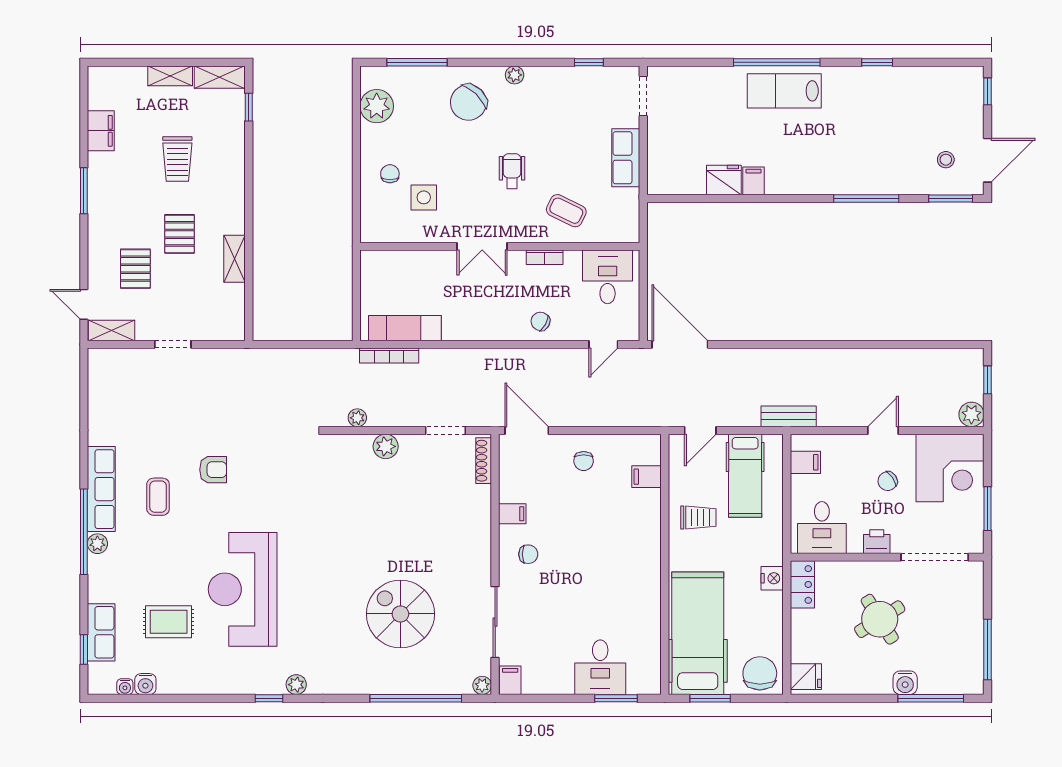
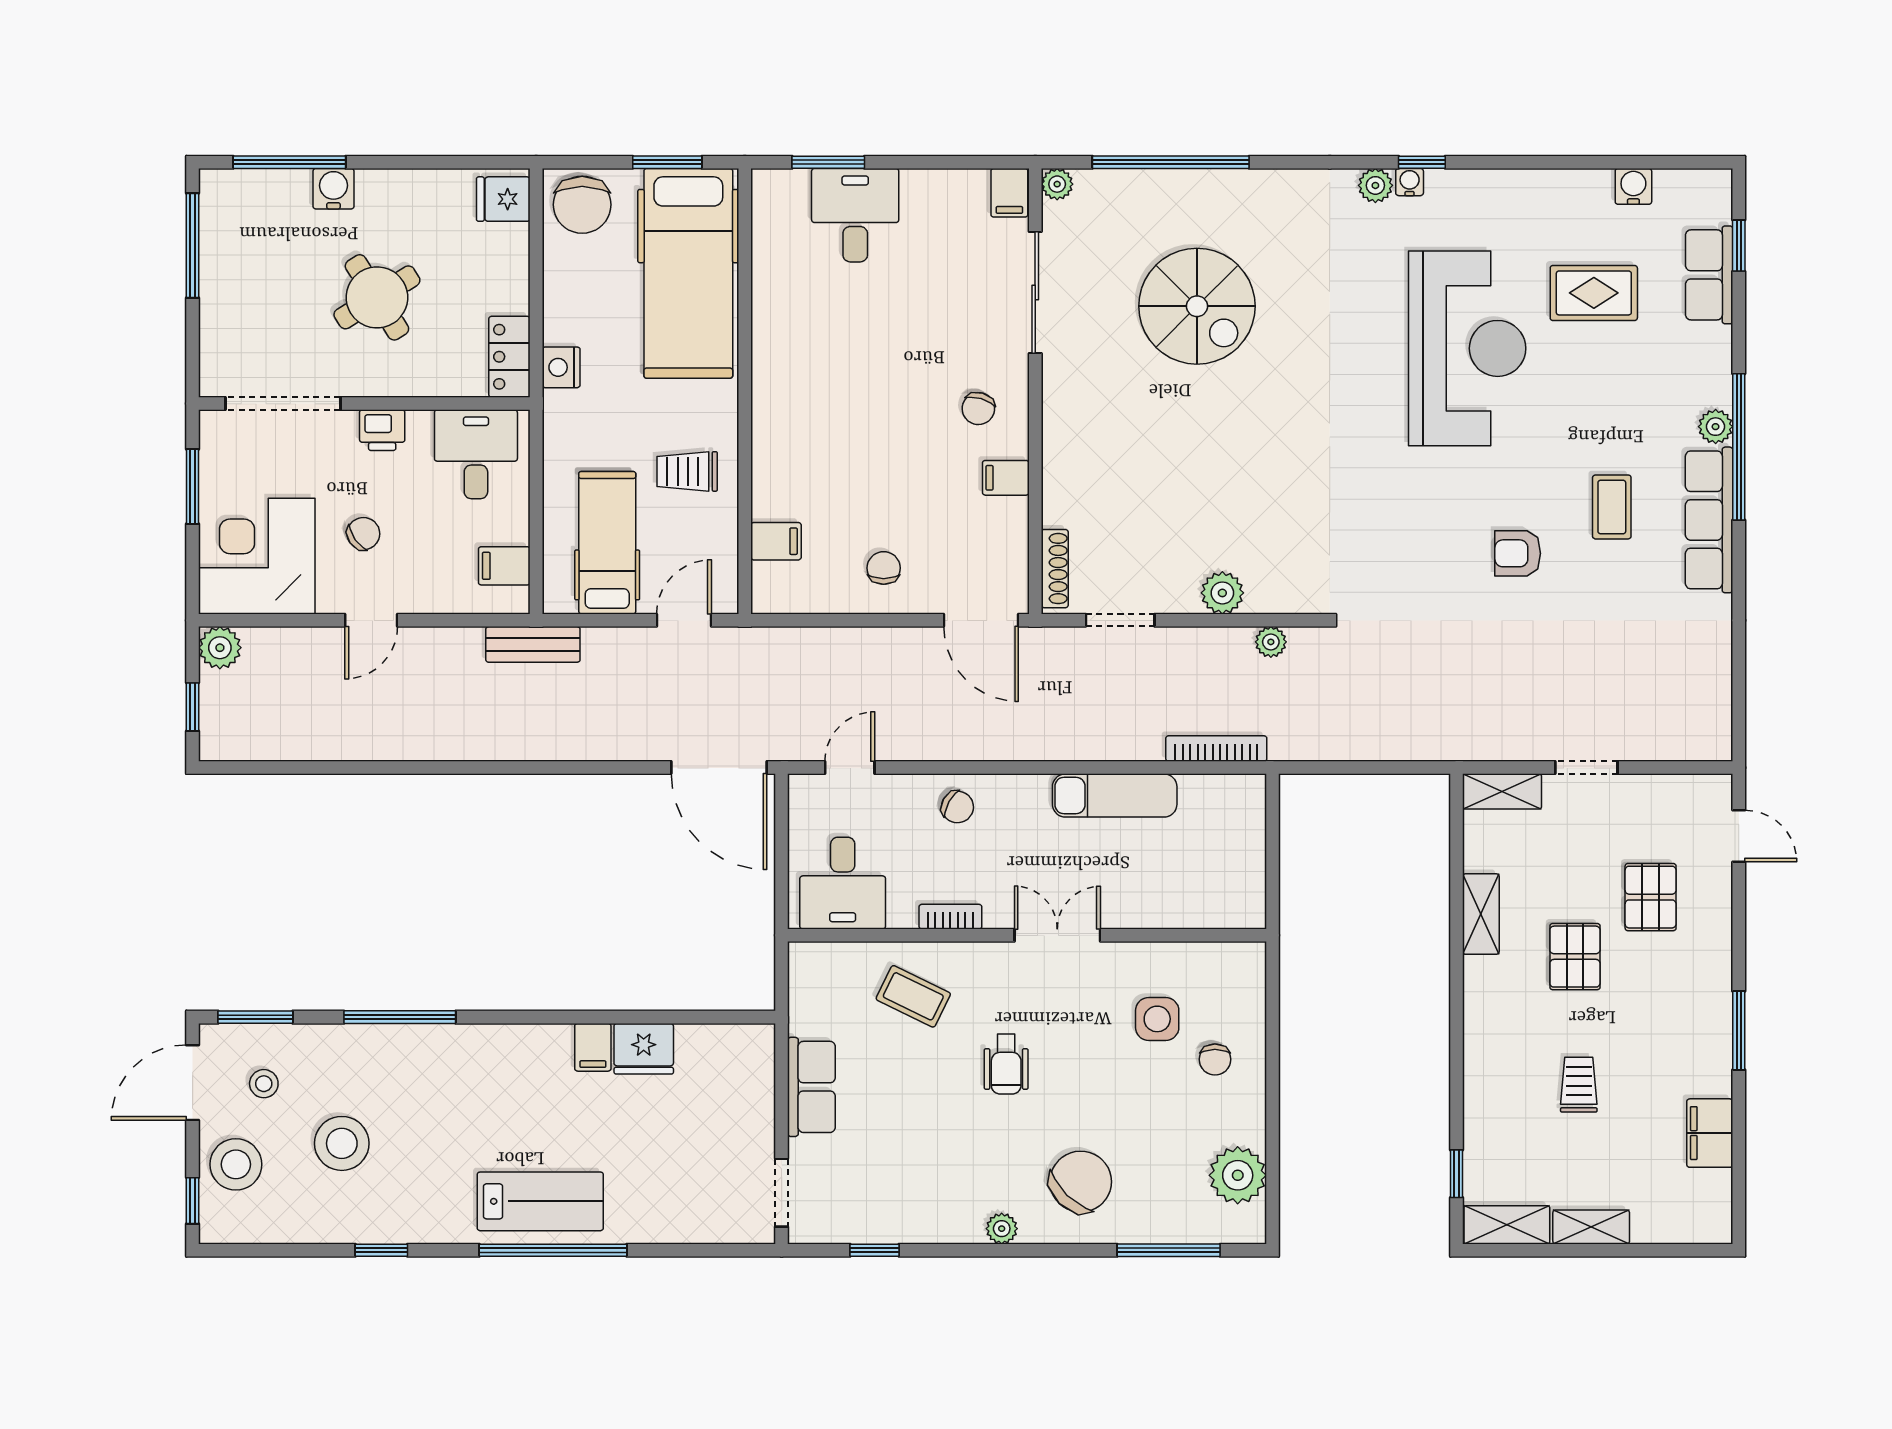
stool: (962, 112) -> (236, 1164), added
stool: (900, 125) -> (342, 1143), added
trolley: (177, 159) -> (1579, 1085), width x0.73, depth x0.72
exam couch: (405, 328) -> (1115, 795), moved
shelving: (111, 330) -> (1502, 791), moved
chair: (528, 554) -> (978, 409), turned -74
water cooler: (125, 687) -> (1410, 182), moved

